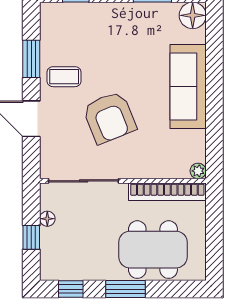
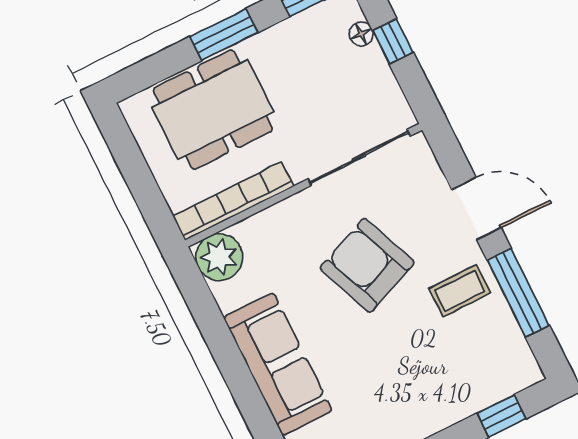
window: (31, 59) -> (518, 293), width x1.44
plant: (198, 171) -> (219, 257), width x1.88, depth x1.88
floor lamp: (47, 219) -> (361, 34), moved

